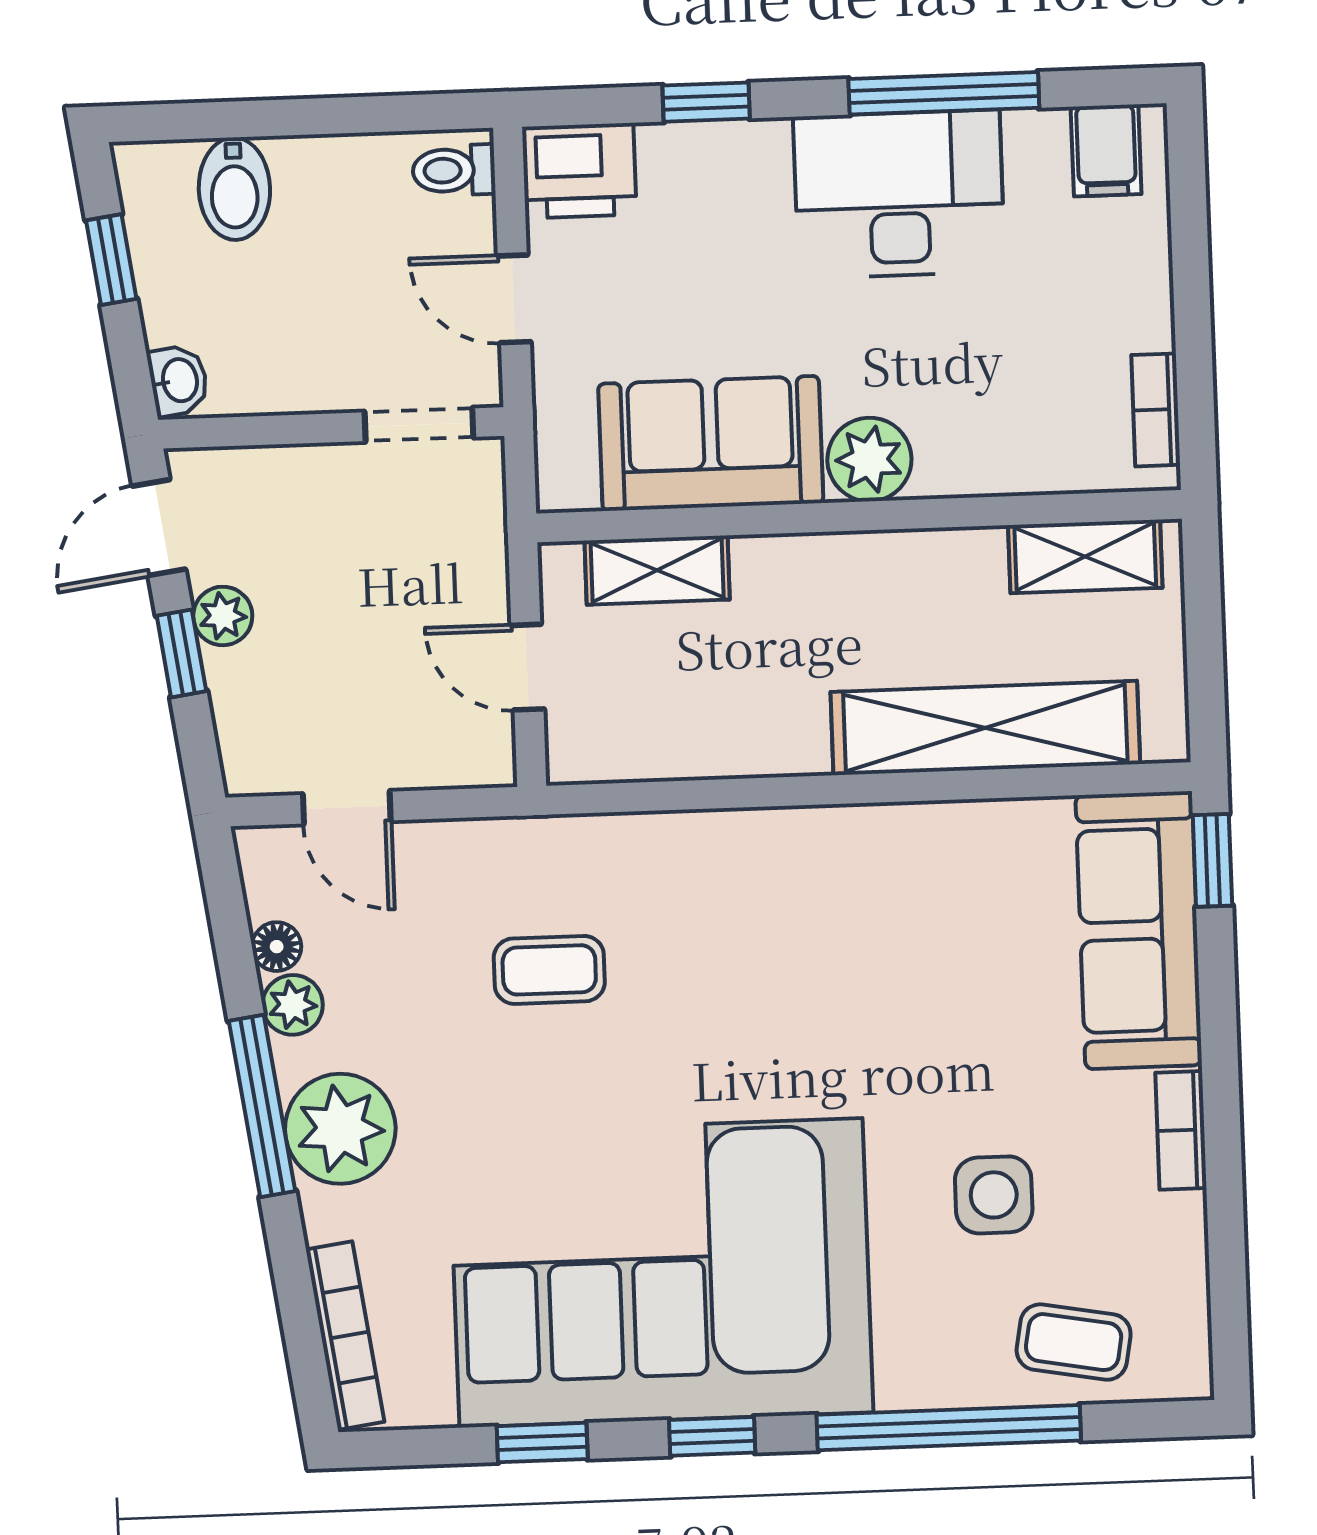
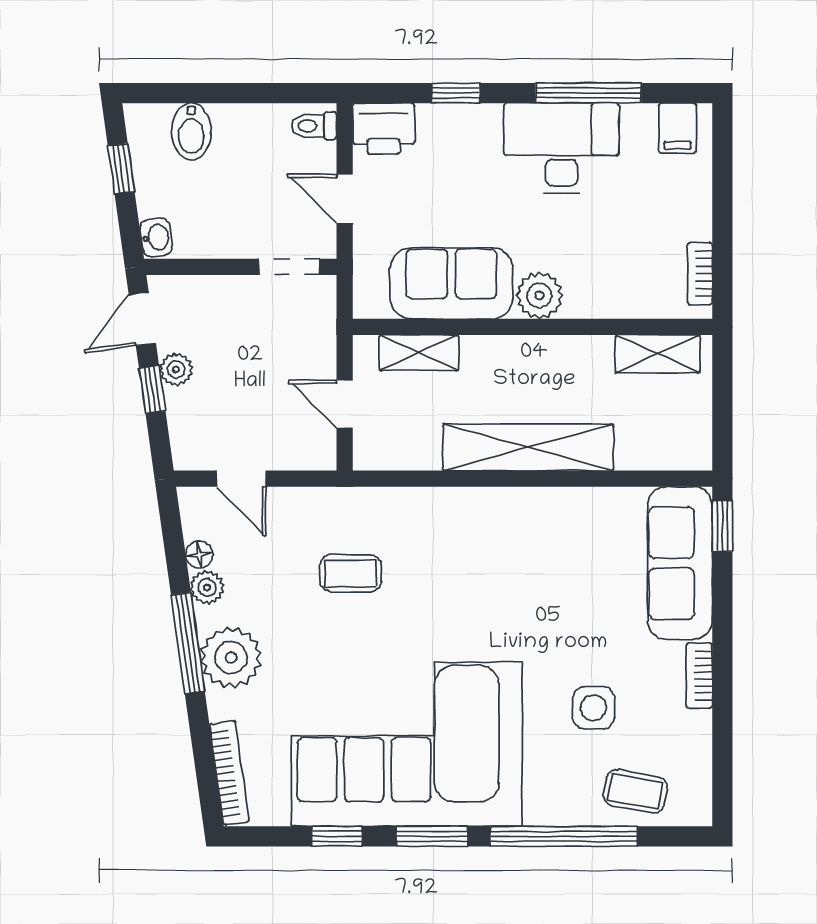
shelving: (985, 728) -> (528, 447), moved
window: (712, 1436) -> (432, 836), width x1.50

